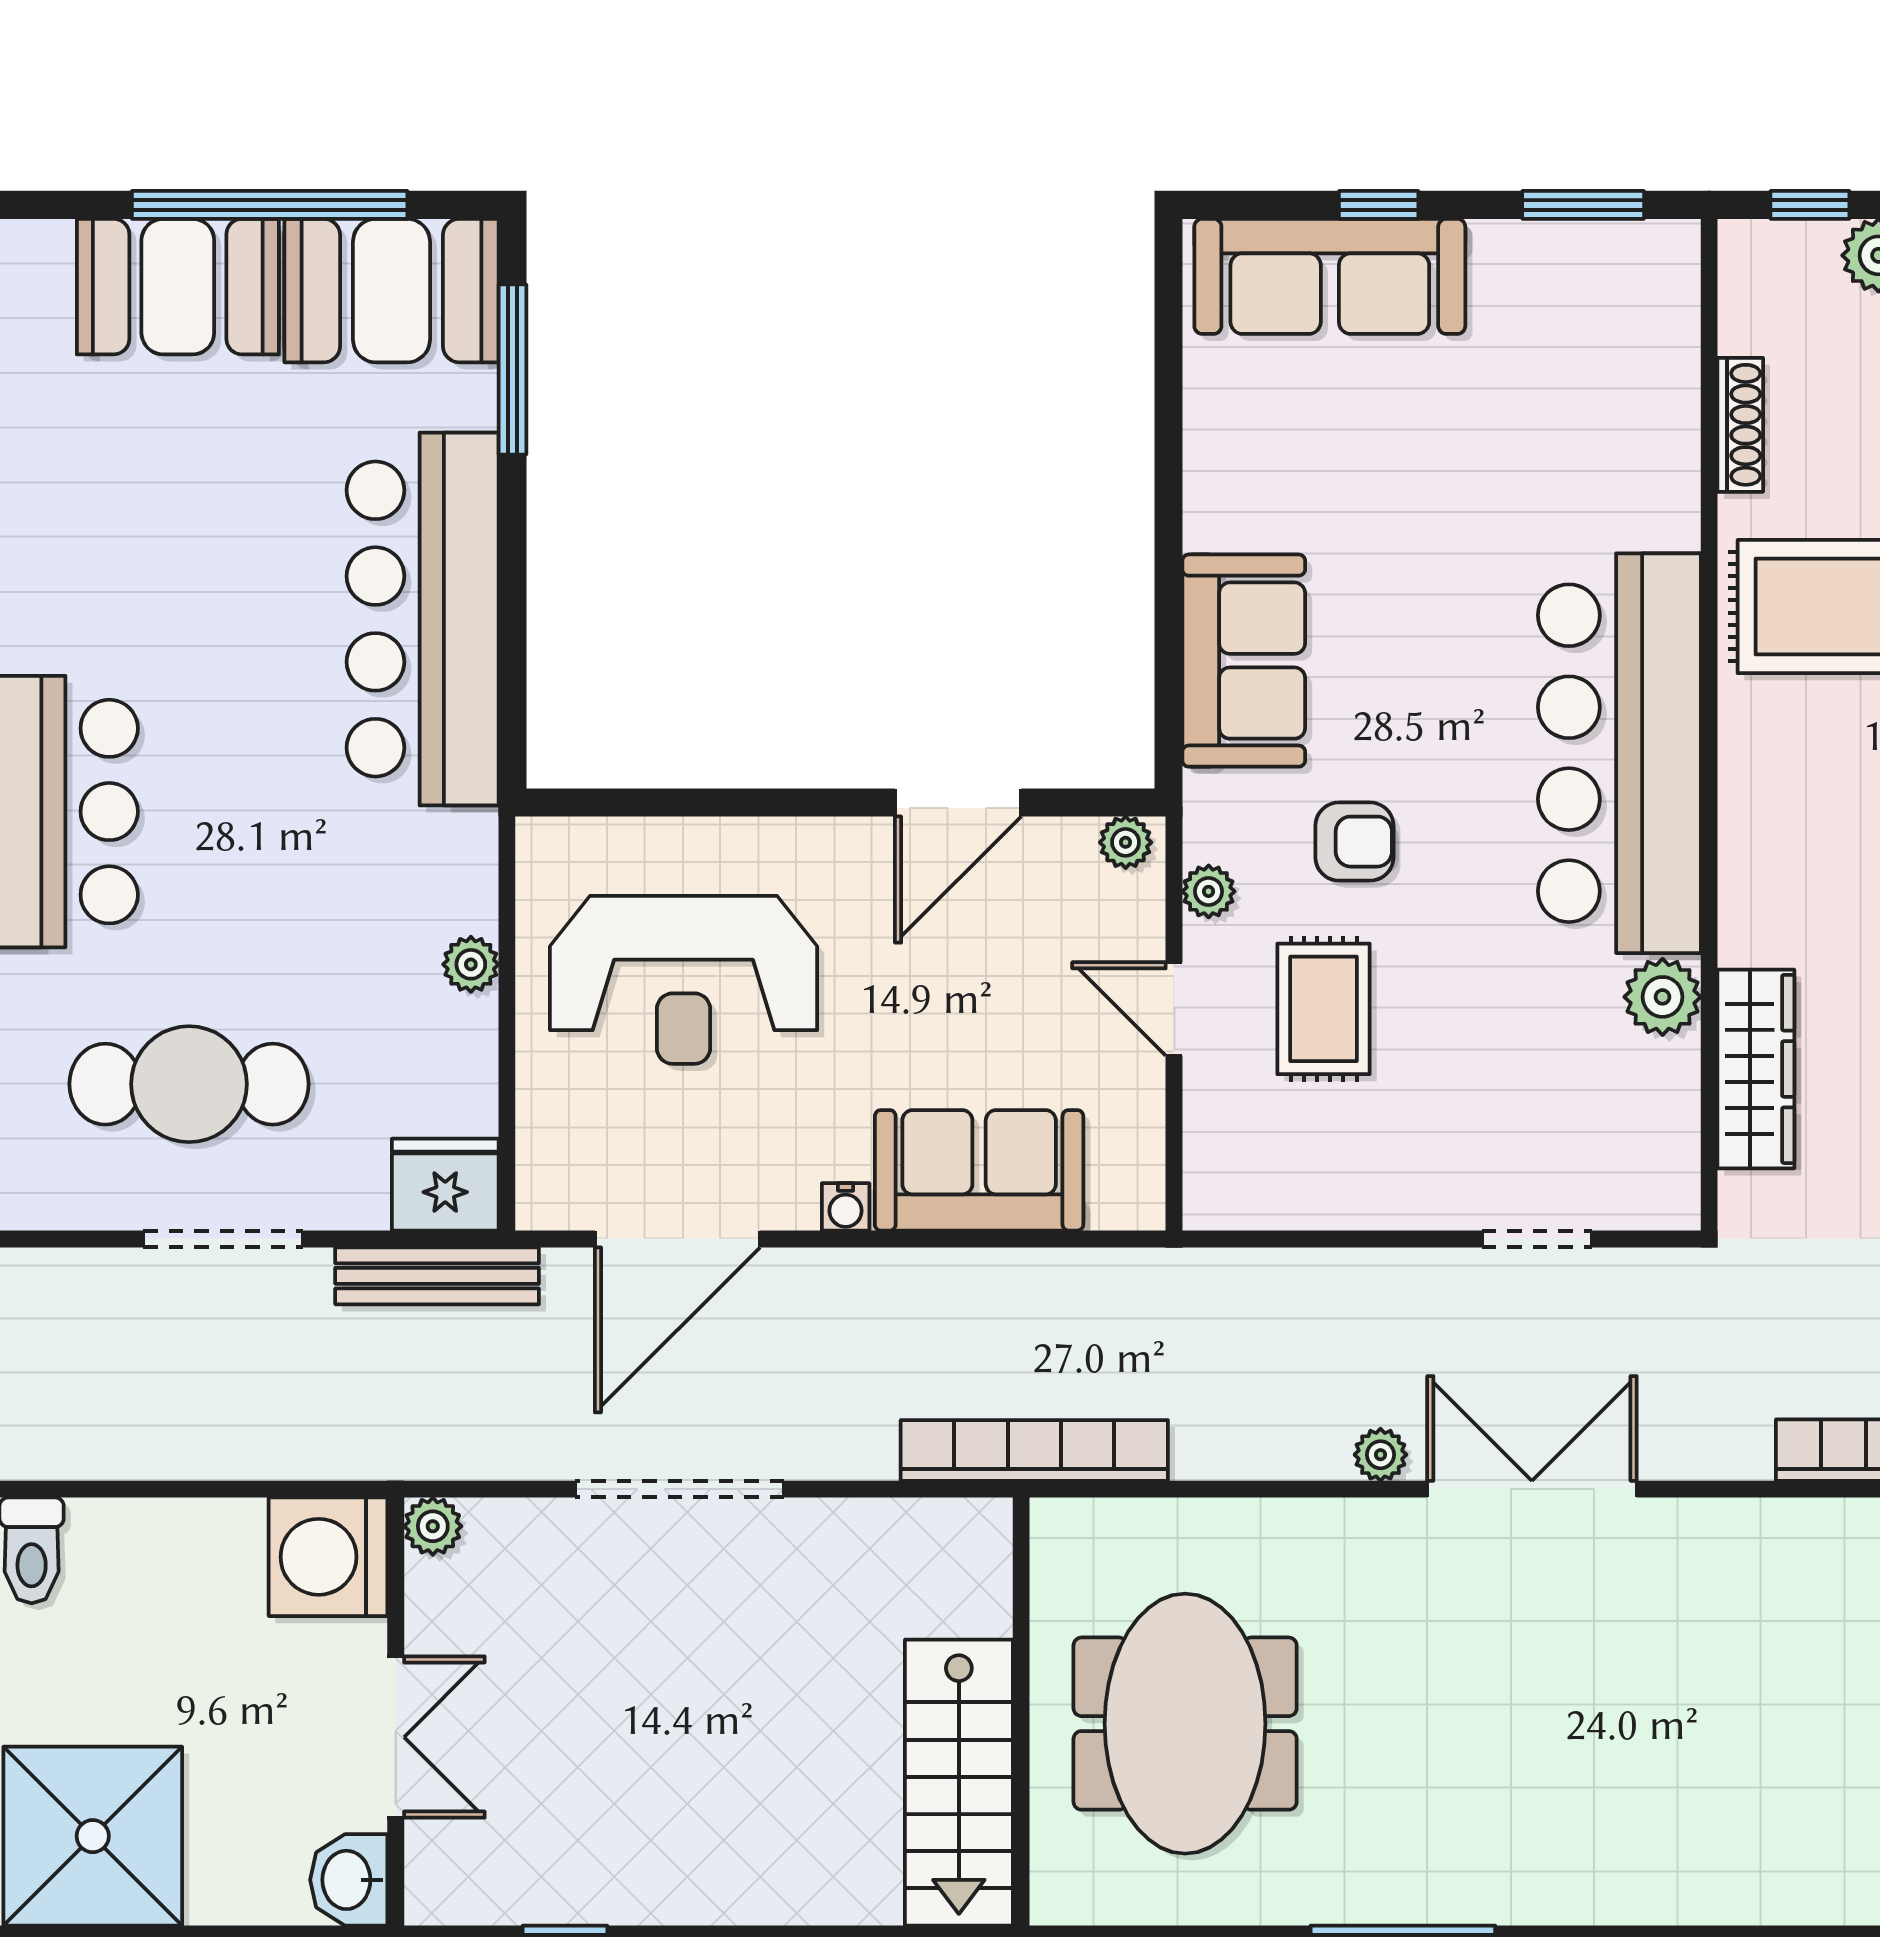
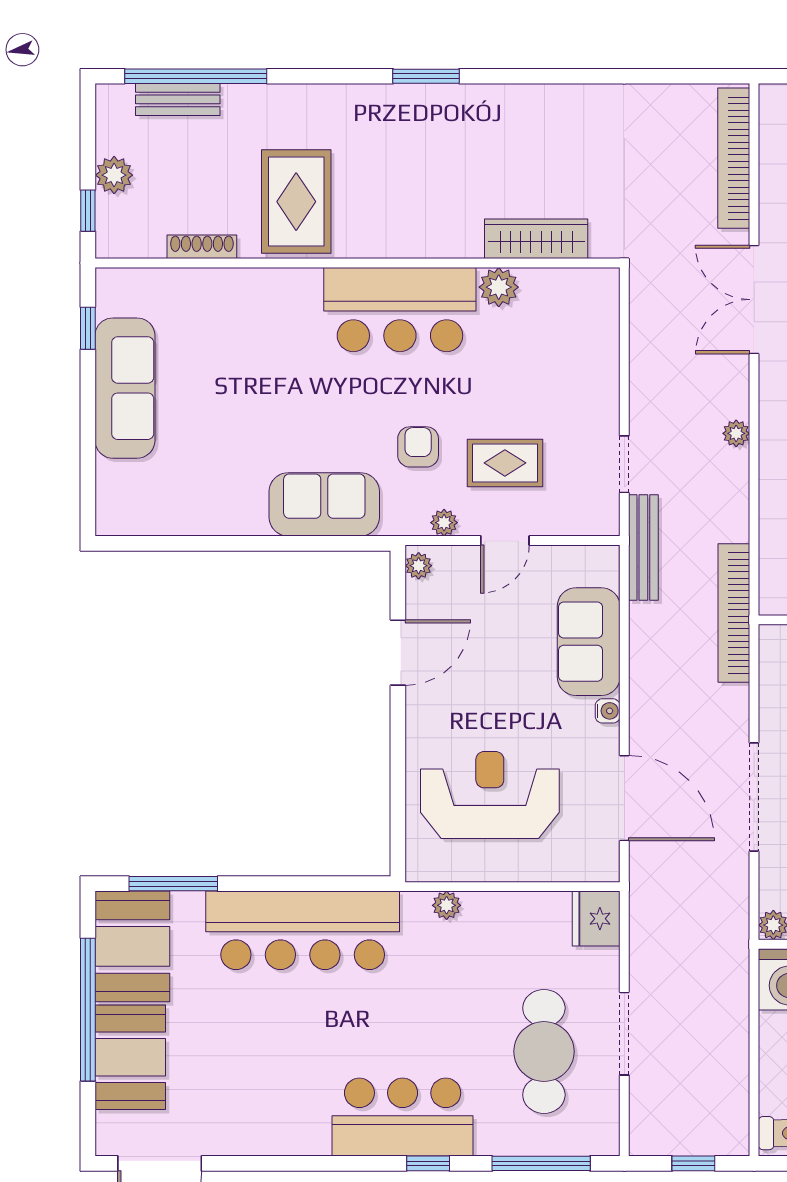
window: (1379, 205) -> (88, 434), removed
window: (1583, 205) -> (88, 328), width x0.67
sofa: (1330, 276) -> (125, 388), moved
bar counter: (1619, 753) -> (400, 310), width x0.73
door: (958, 803) -> (398, 653), hinge flipped
plant: (471, 964) -> (447, 905), moved
reception desk: (684, 980) -> (490, 795), turned -90
doorway: (1537, 1239) -> (624, 464), moved
bench: (437, 1276) -> (643, 547), moved
double door: (1532, 1489) -> (754, 300), moved

